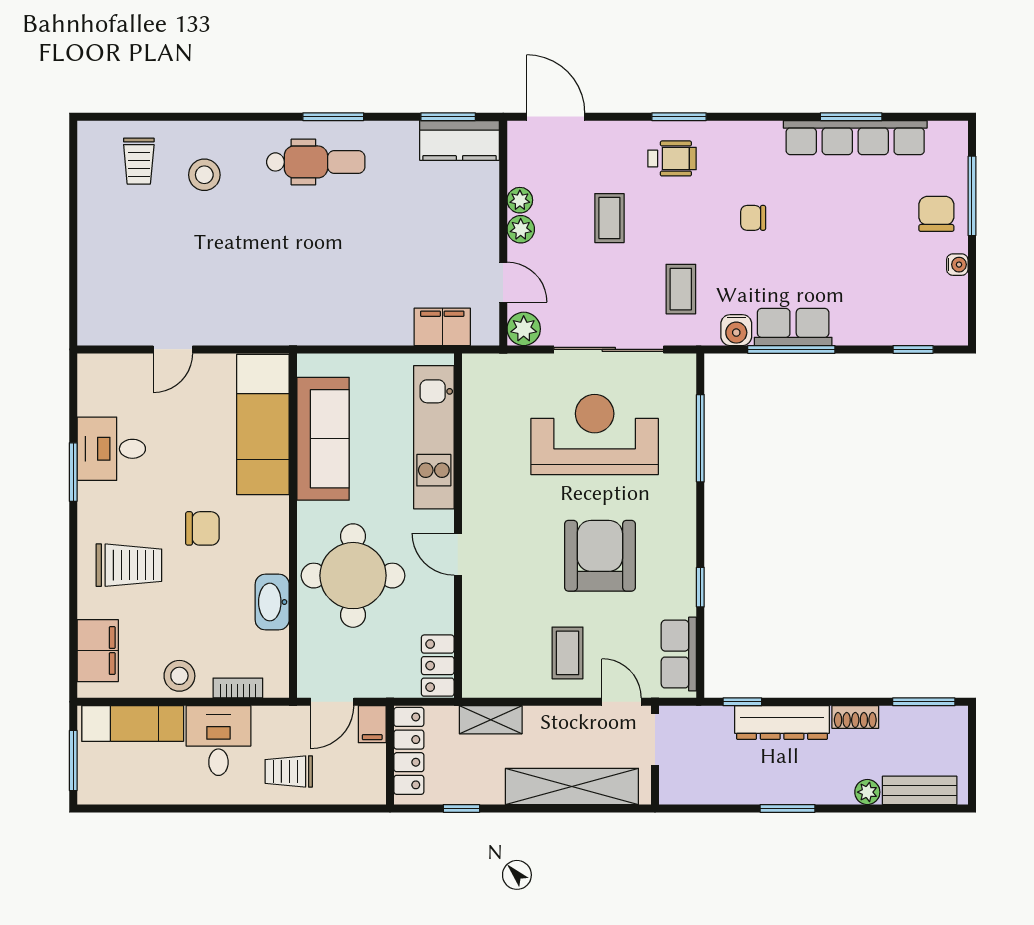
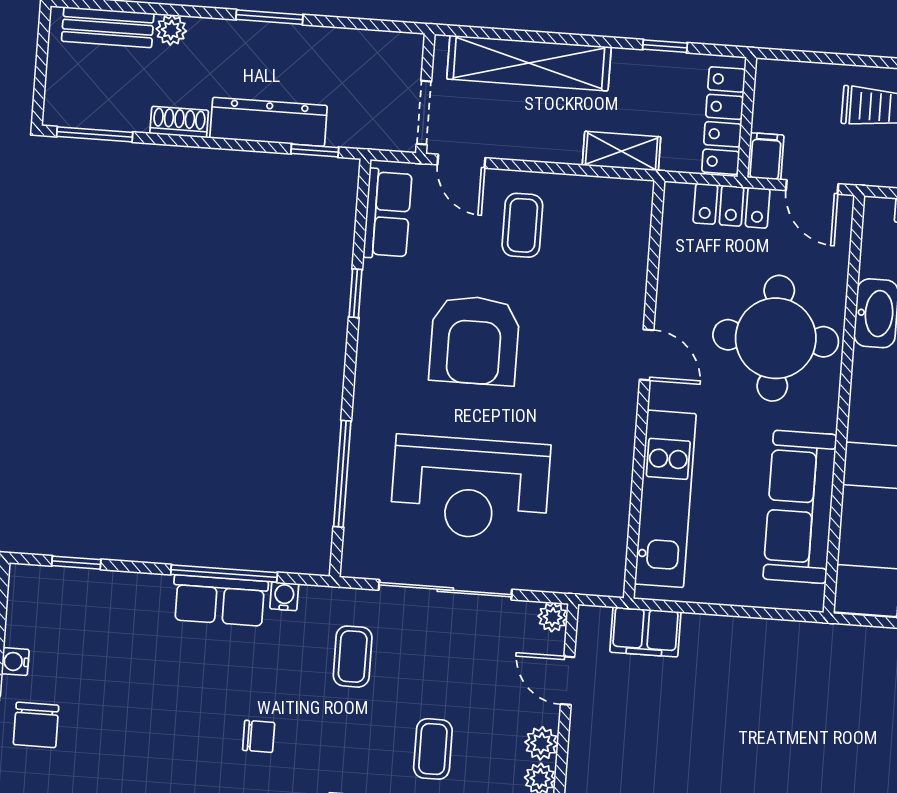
plant: (524, 329) -> (553, 617), width x0.73, depth x0.73
water cooler: (736, 330) -> (284, 596), width x0.72, depth x0.72
locker: (438, 666) -> (732, 206), moved, turned 90
door: (332, 702) -> (812, 187), swing flipped

